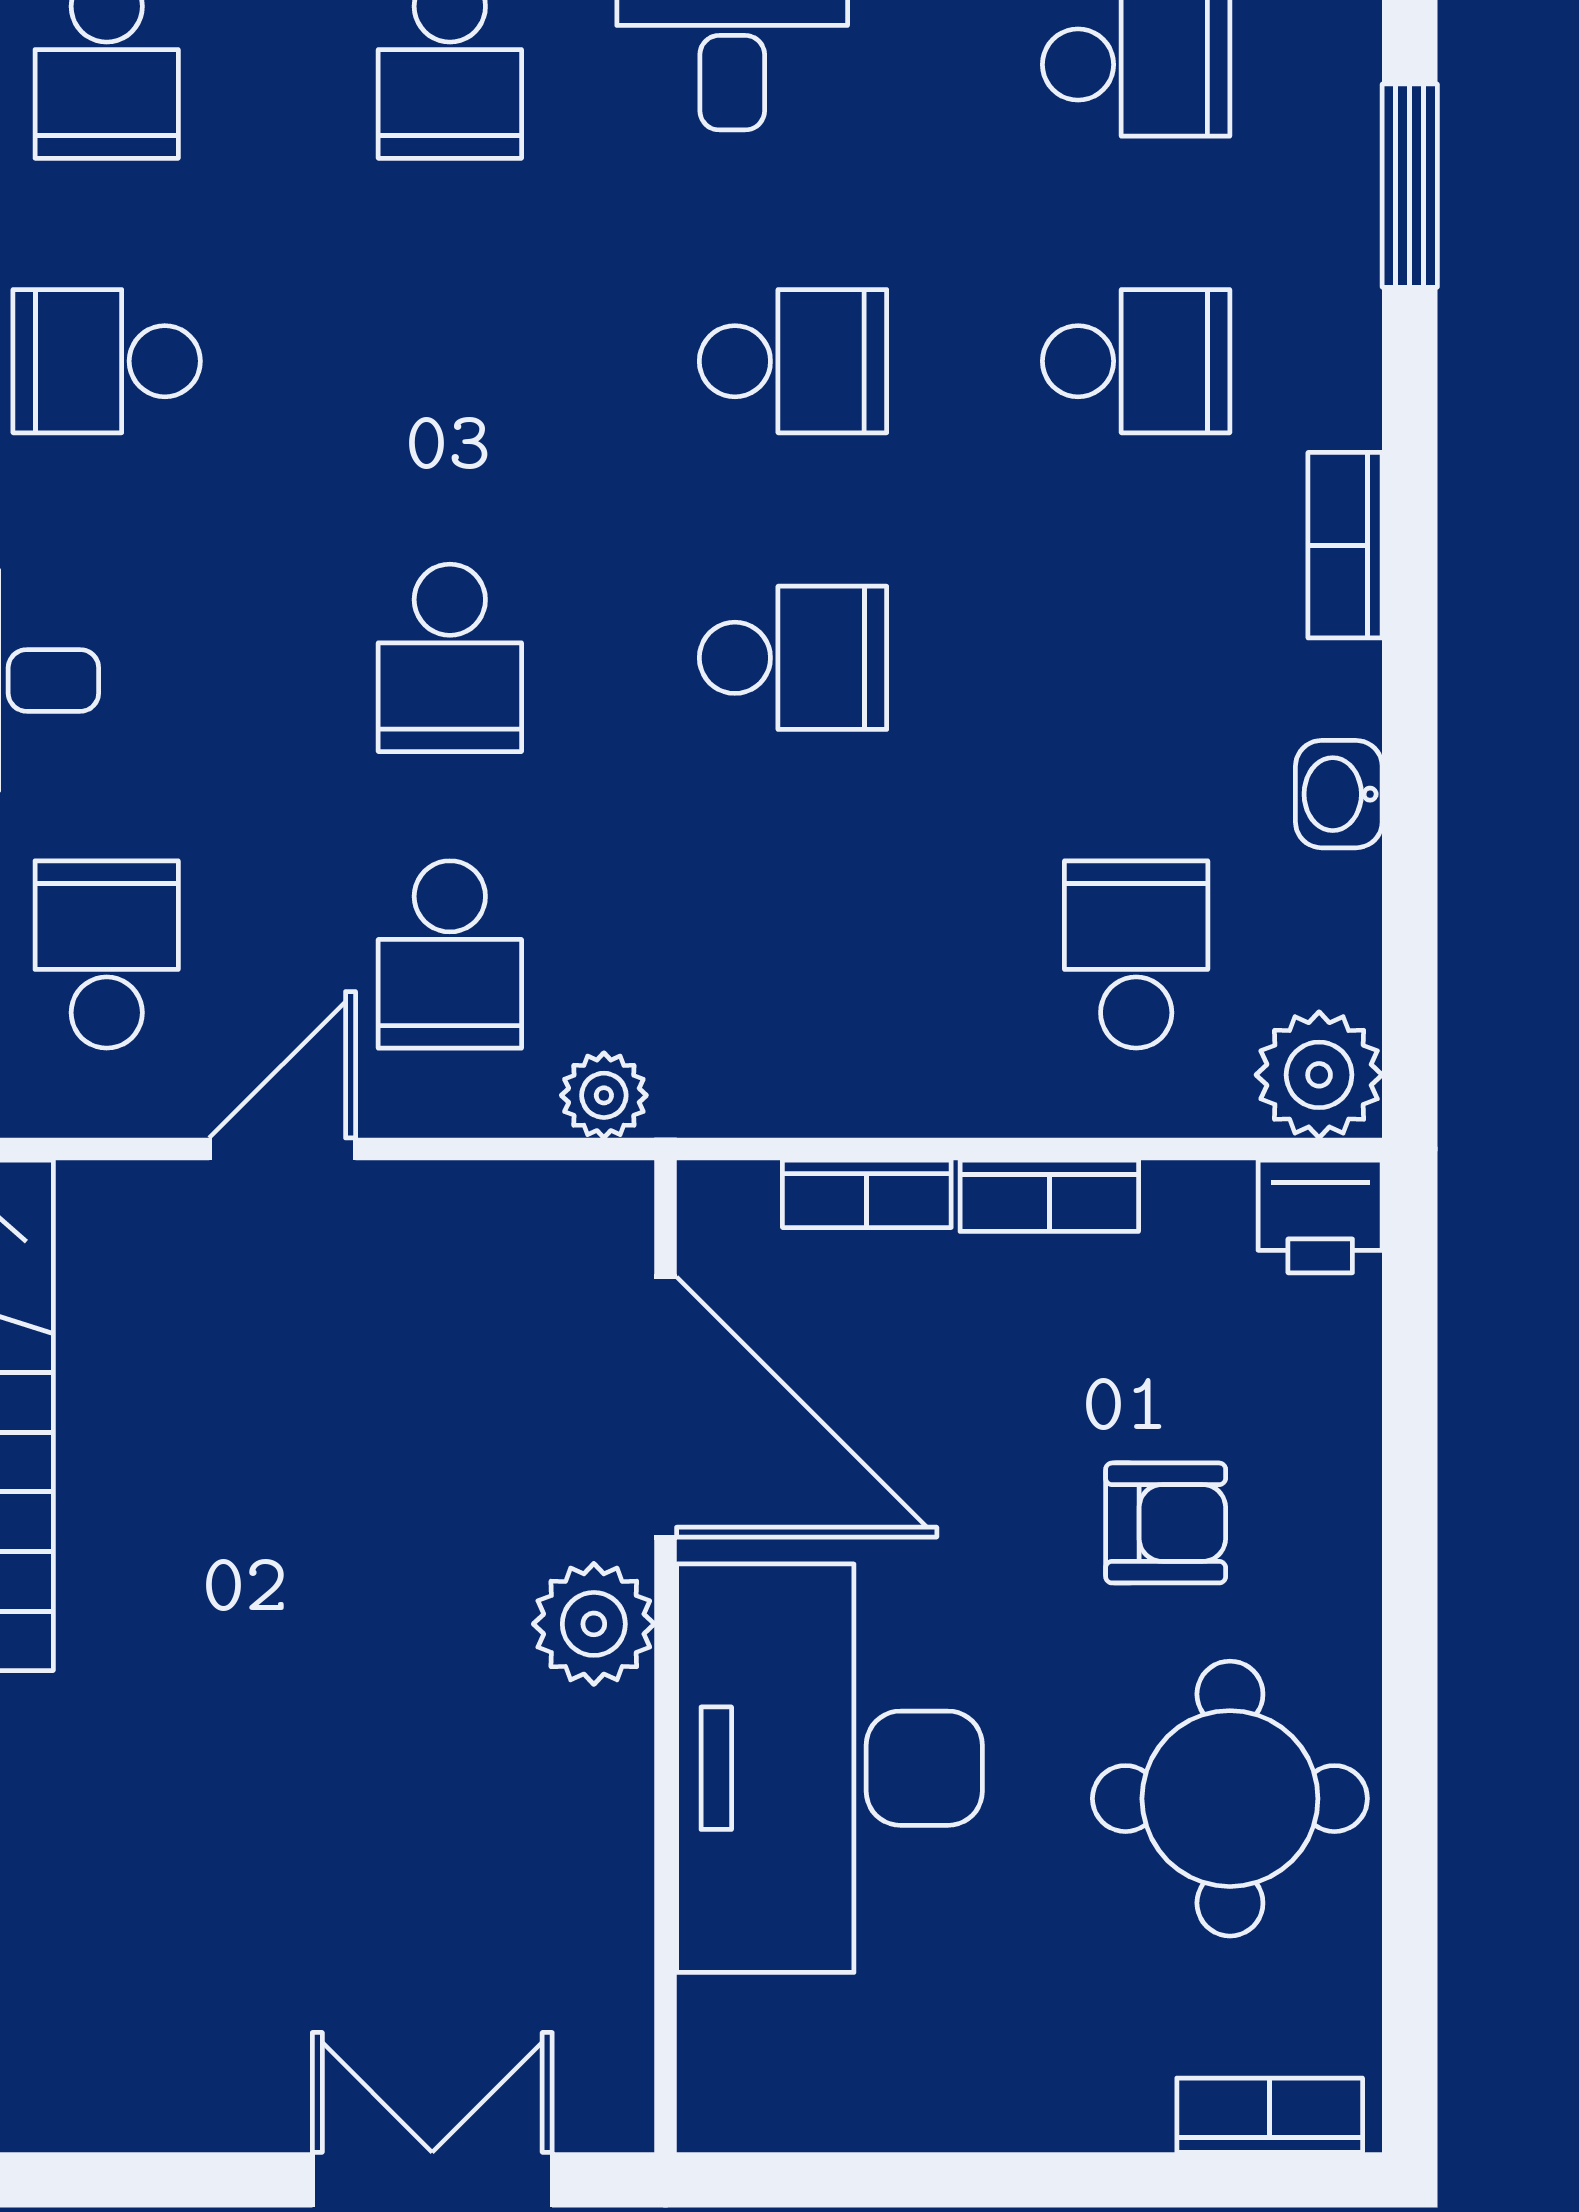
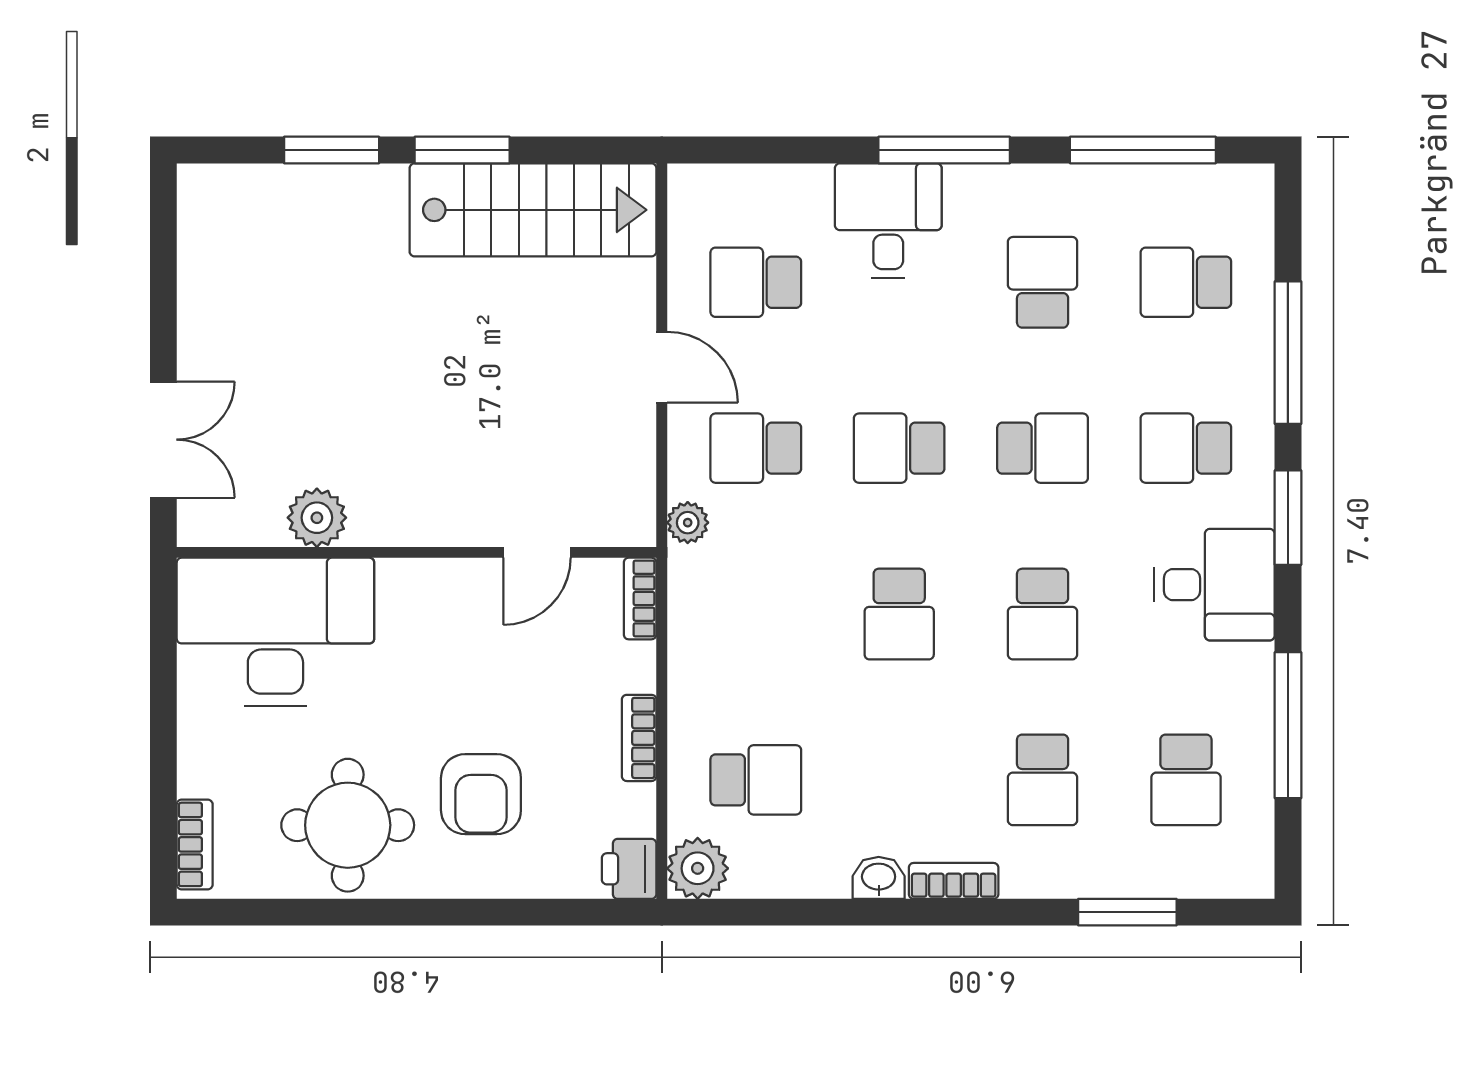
school desk: (450, 361) -> (1043, 448), added
washbasin: (1339, 794) -> (879, 878), moved
school desk: (107, 954) -> (756, 282), turned 180
bookcase: (867, 1194) -> (640, 599), moved
door: (666, 1407) -> (537, 552), width x0.53
armchair: (1166, 1523) -> (481, 794), width x1.38, depth x1.38
plant: (594, 1624) -> (317, 518), moved
desk: (829, 1768) -> (275, 632), moved

